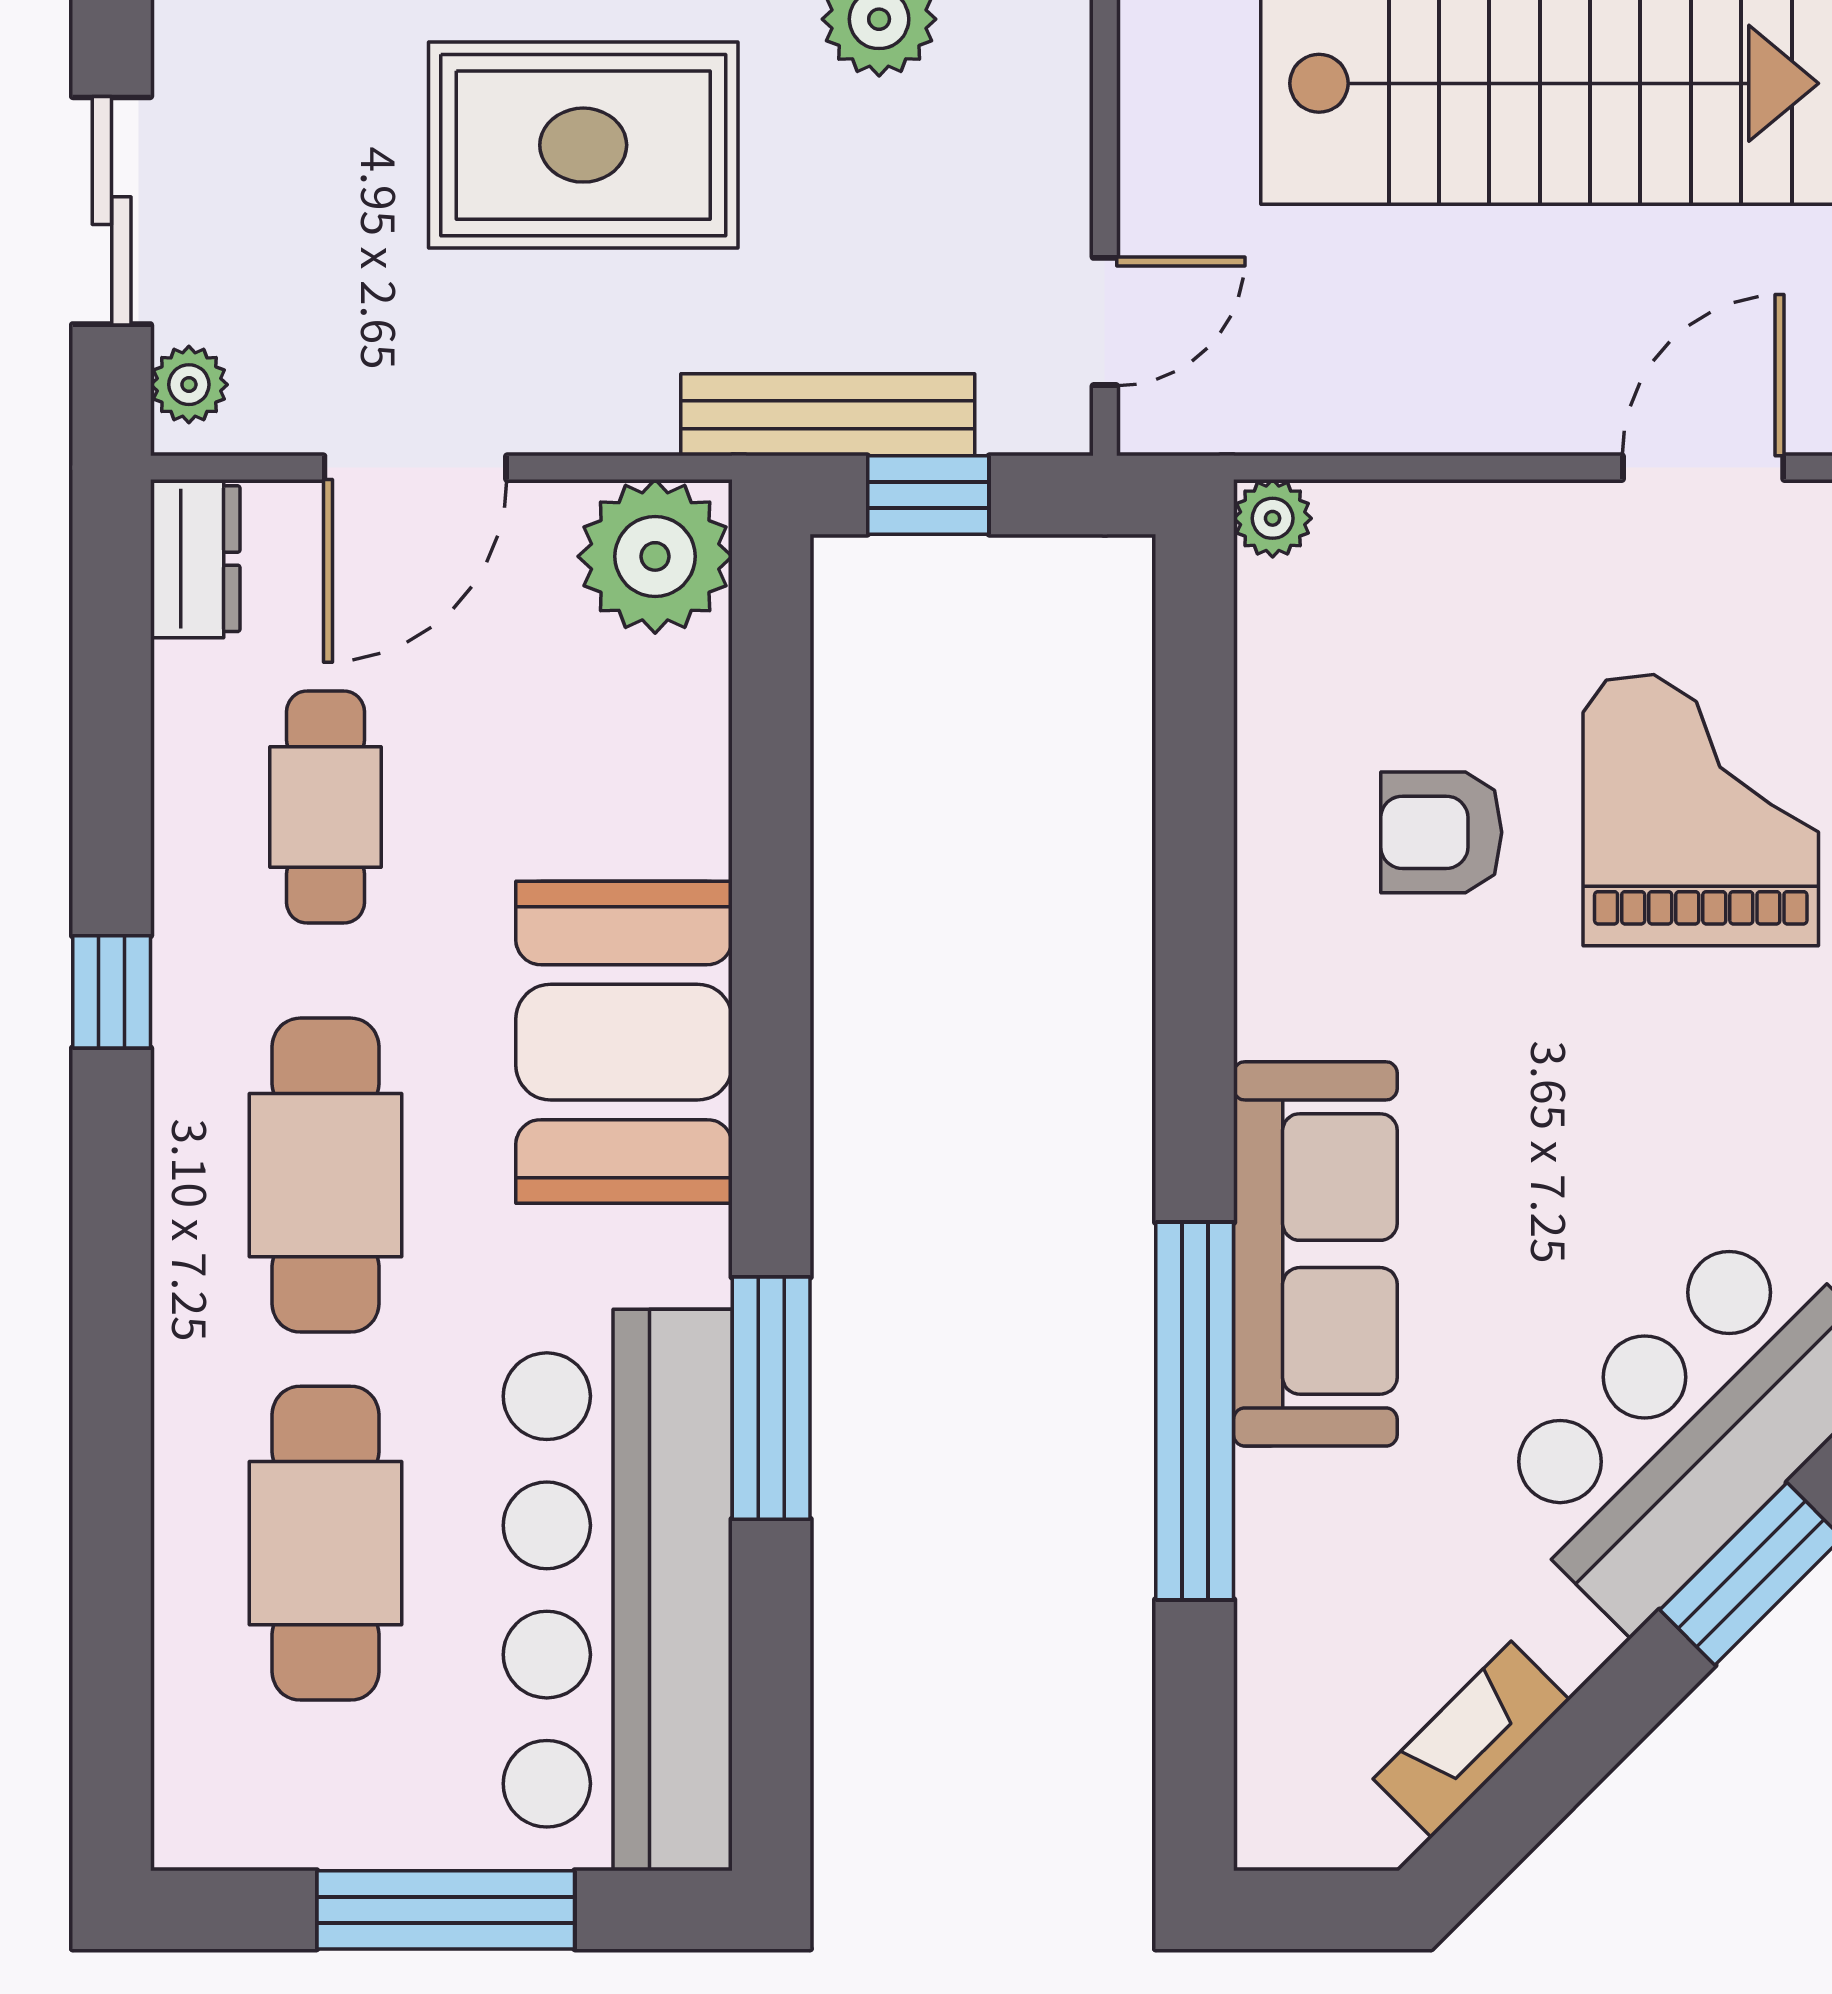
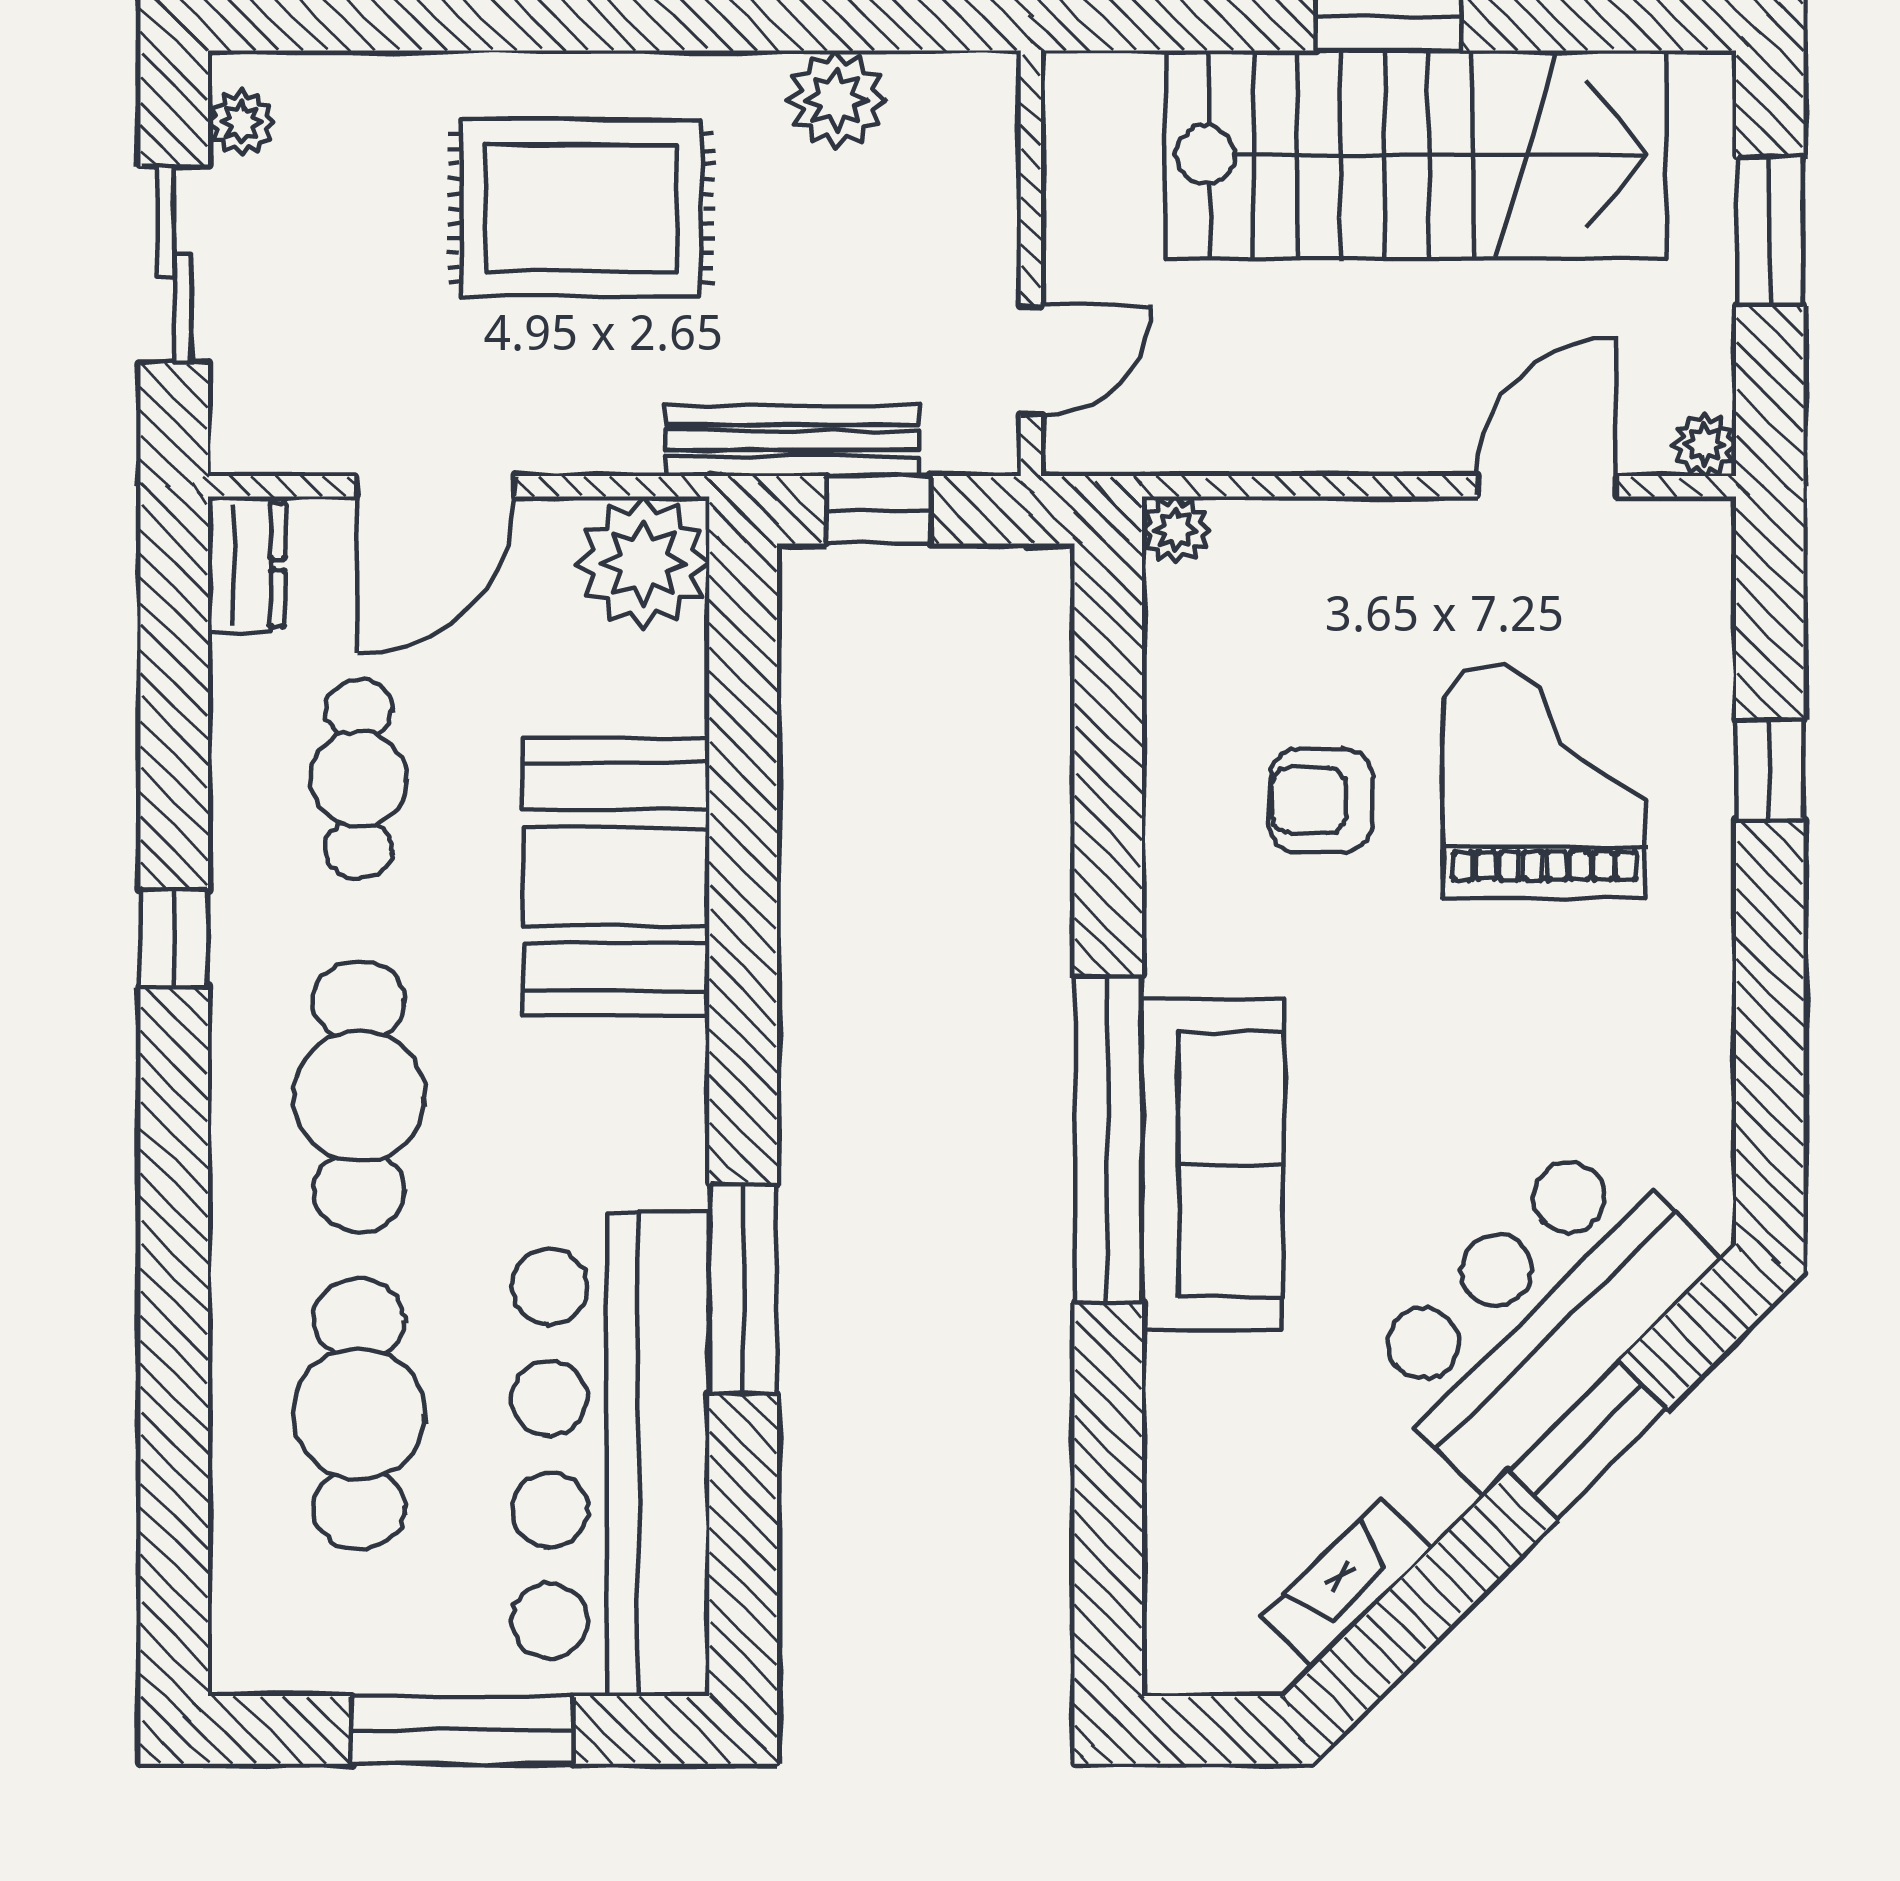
plant: (189, 385) -> (241, 122), moved
booth: (624, 1042) -> (616, 877), moved
window: (1195, 1411) -> (1108, 1139), moved

